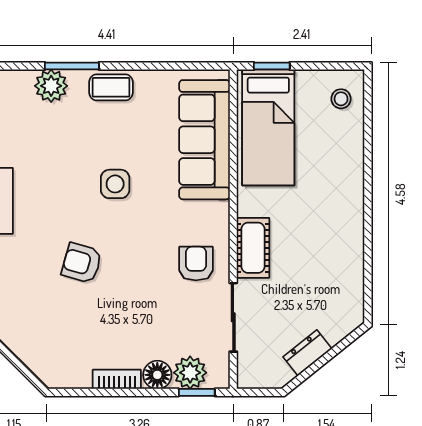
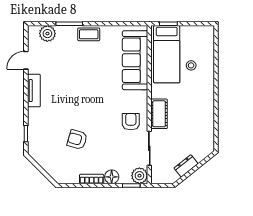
plant: (51, 86) -> (47, 34), moved
stool: (341, 99) -> (191, 65), moved
side table: (115, 184) -> (91, 82), removed
armchair: (82, 263) -> (77, 139), moved
plant: (190, 373) -> (139, 176), moved

